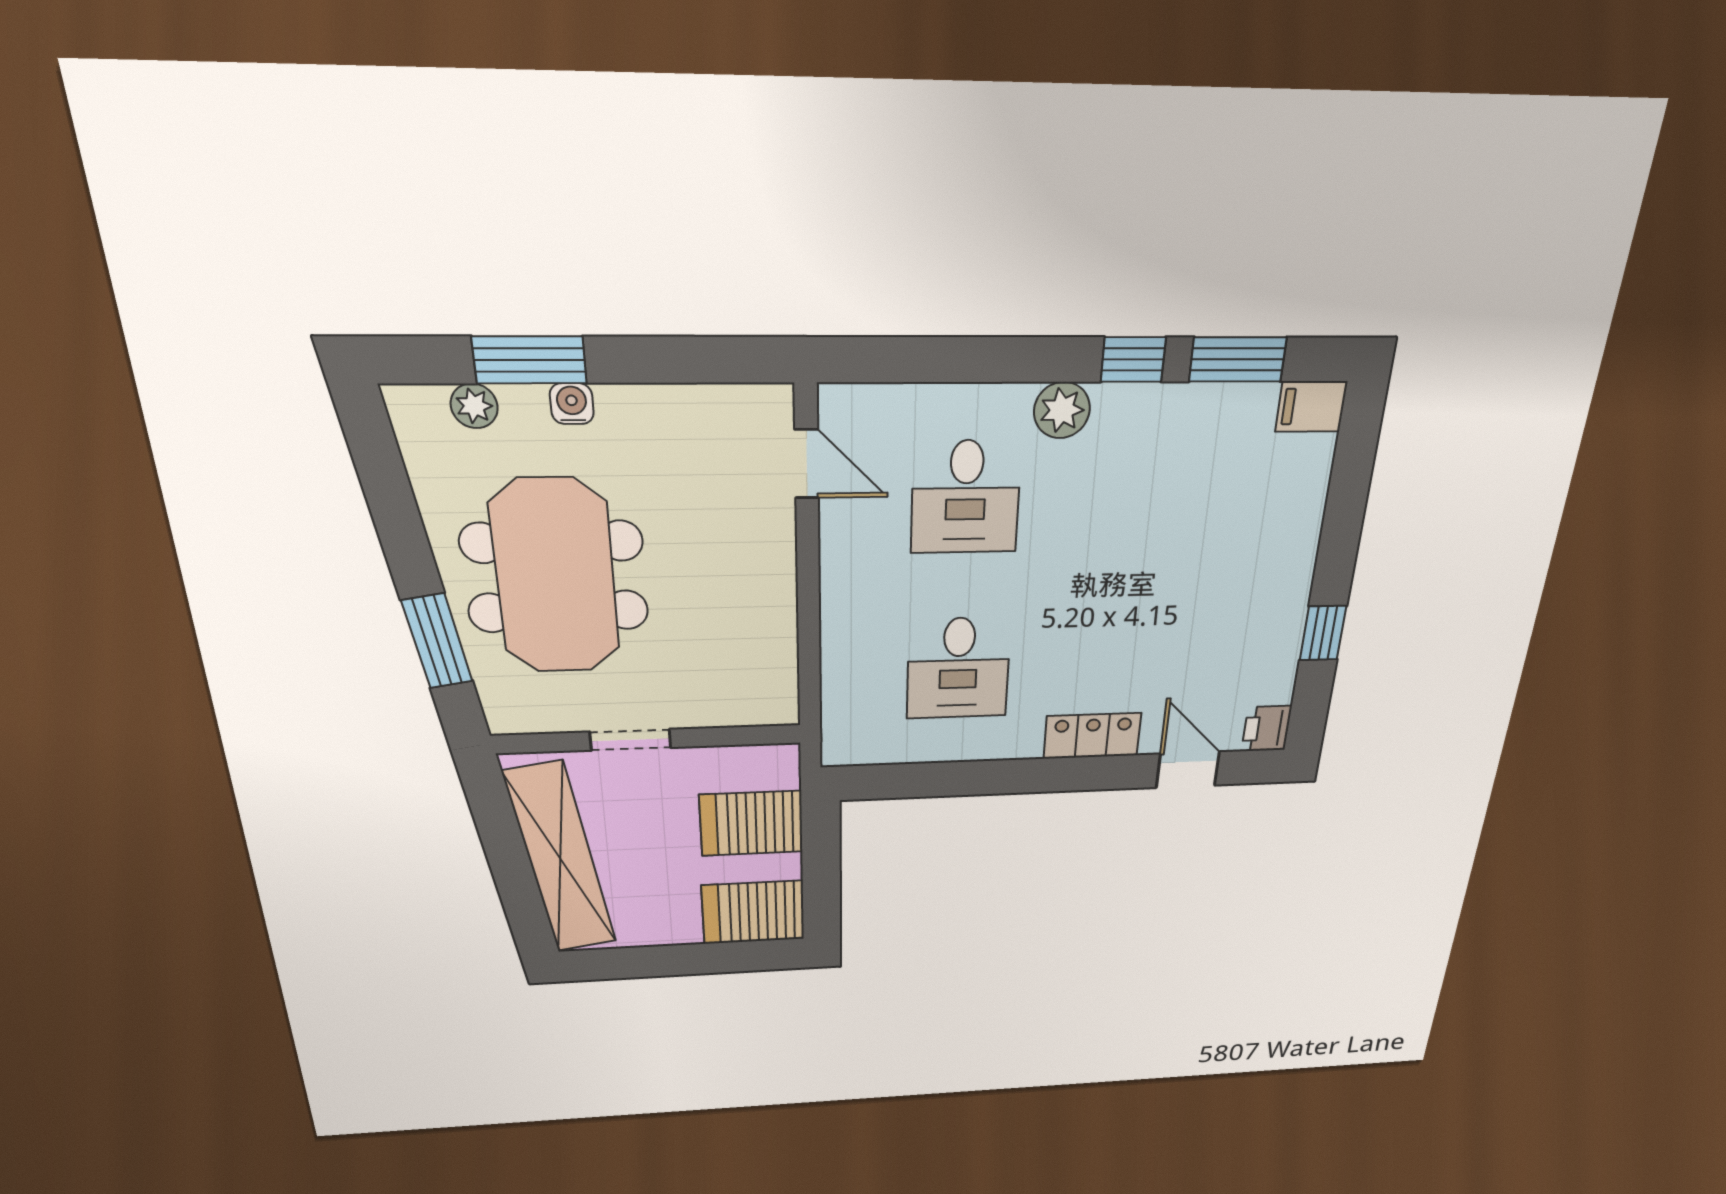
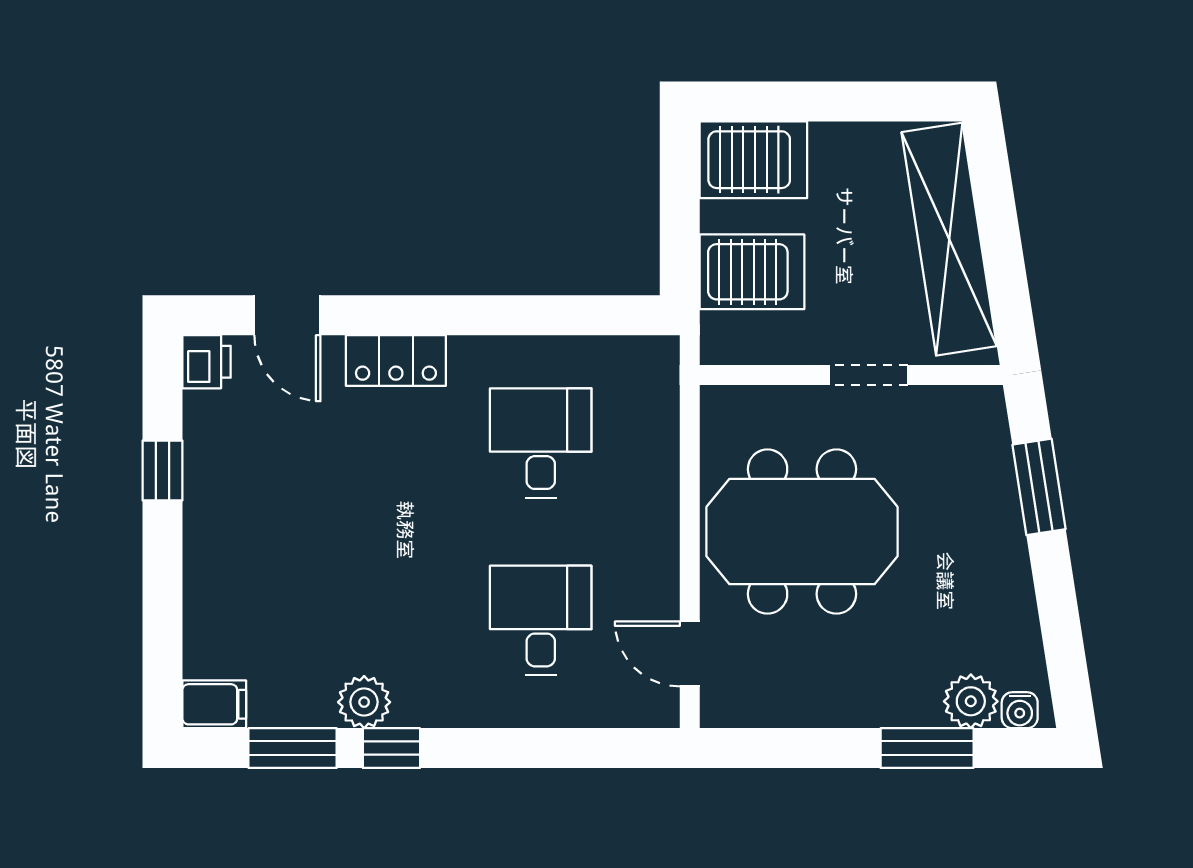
water cooler: (572, 404) -> (1020, 710), moved
plant: (474, 406) -> (971, 701), width x1.38, depth x1.38
plant: (1062, 410) -> (364, 702), moved
meeting table: (555, 577) -> (802, 532), moved, turned 90

